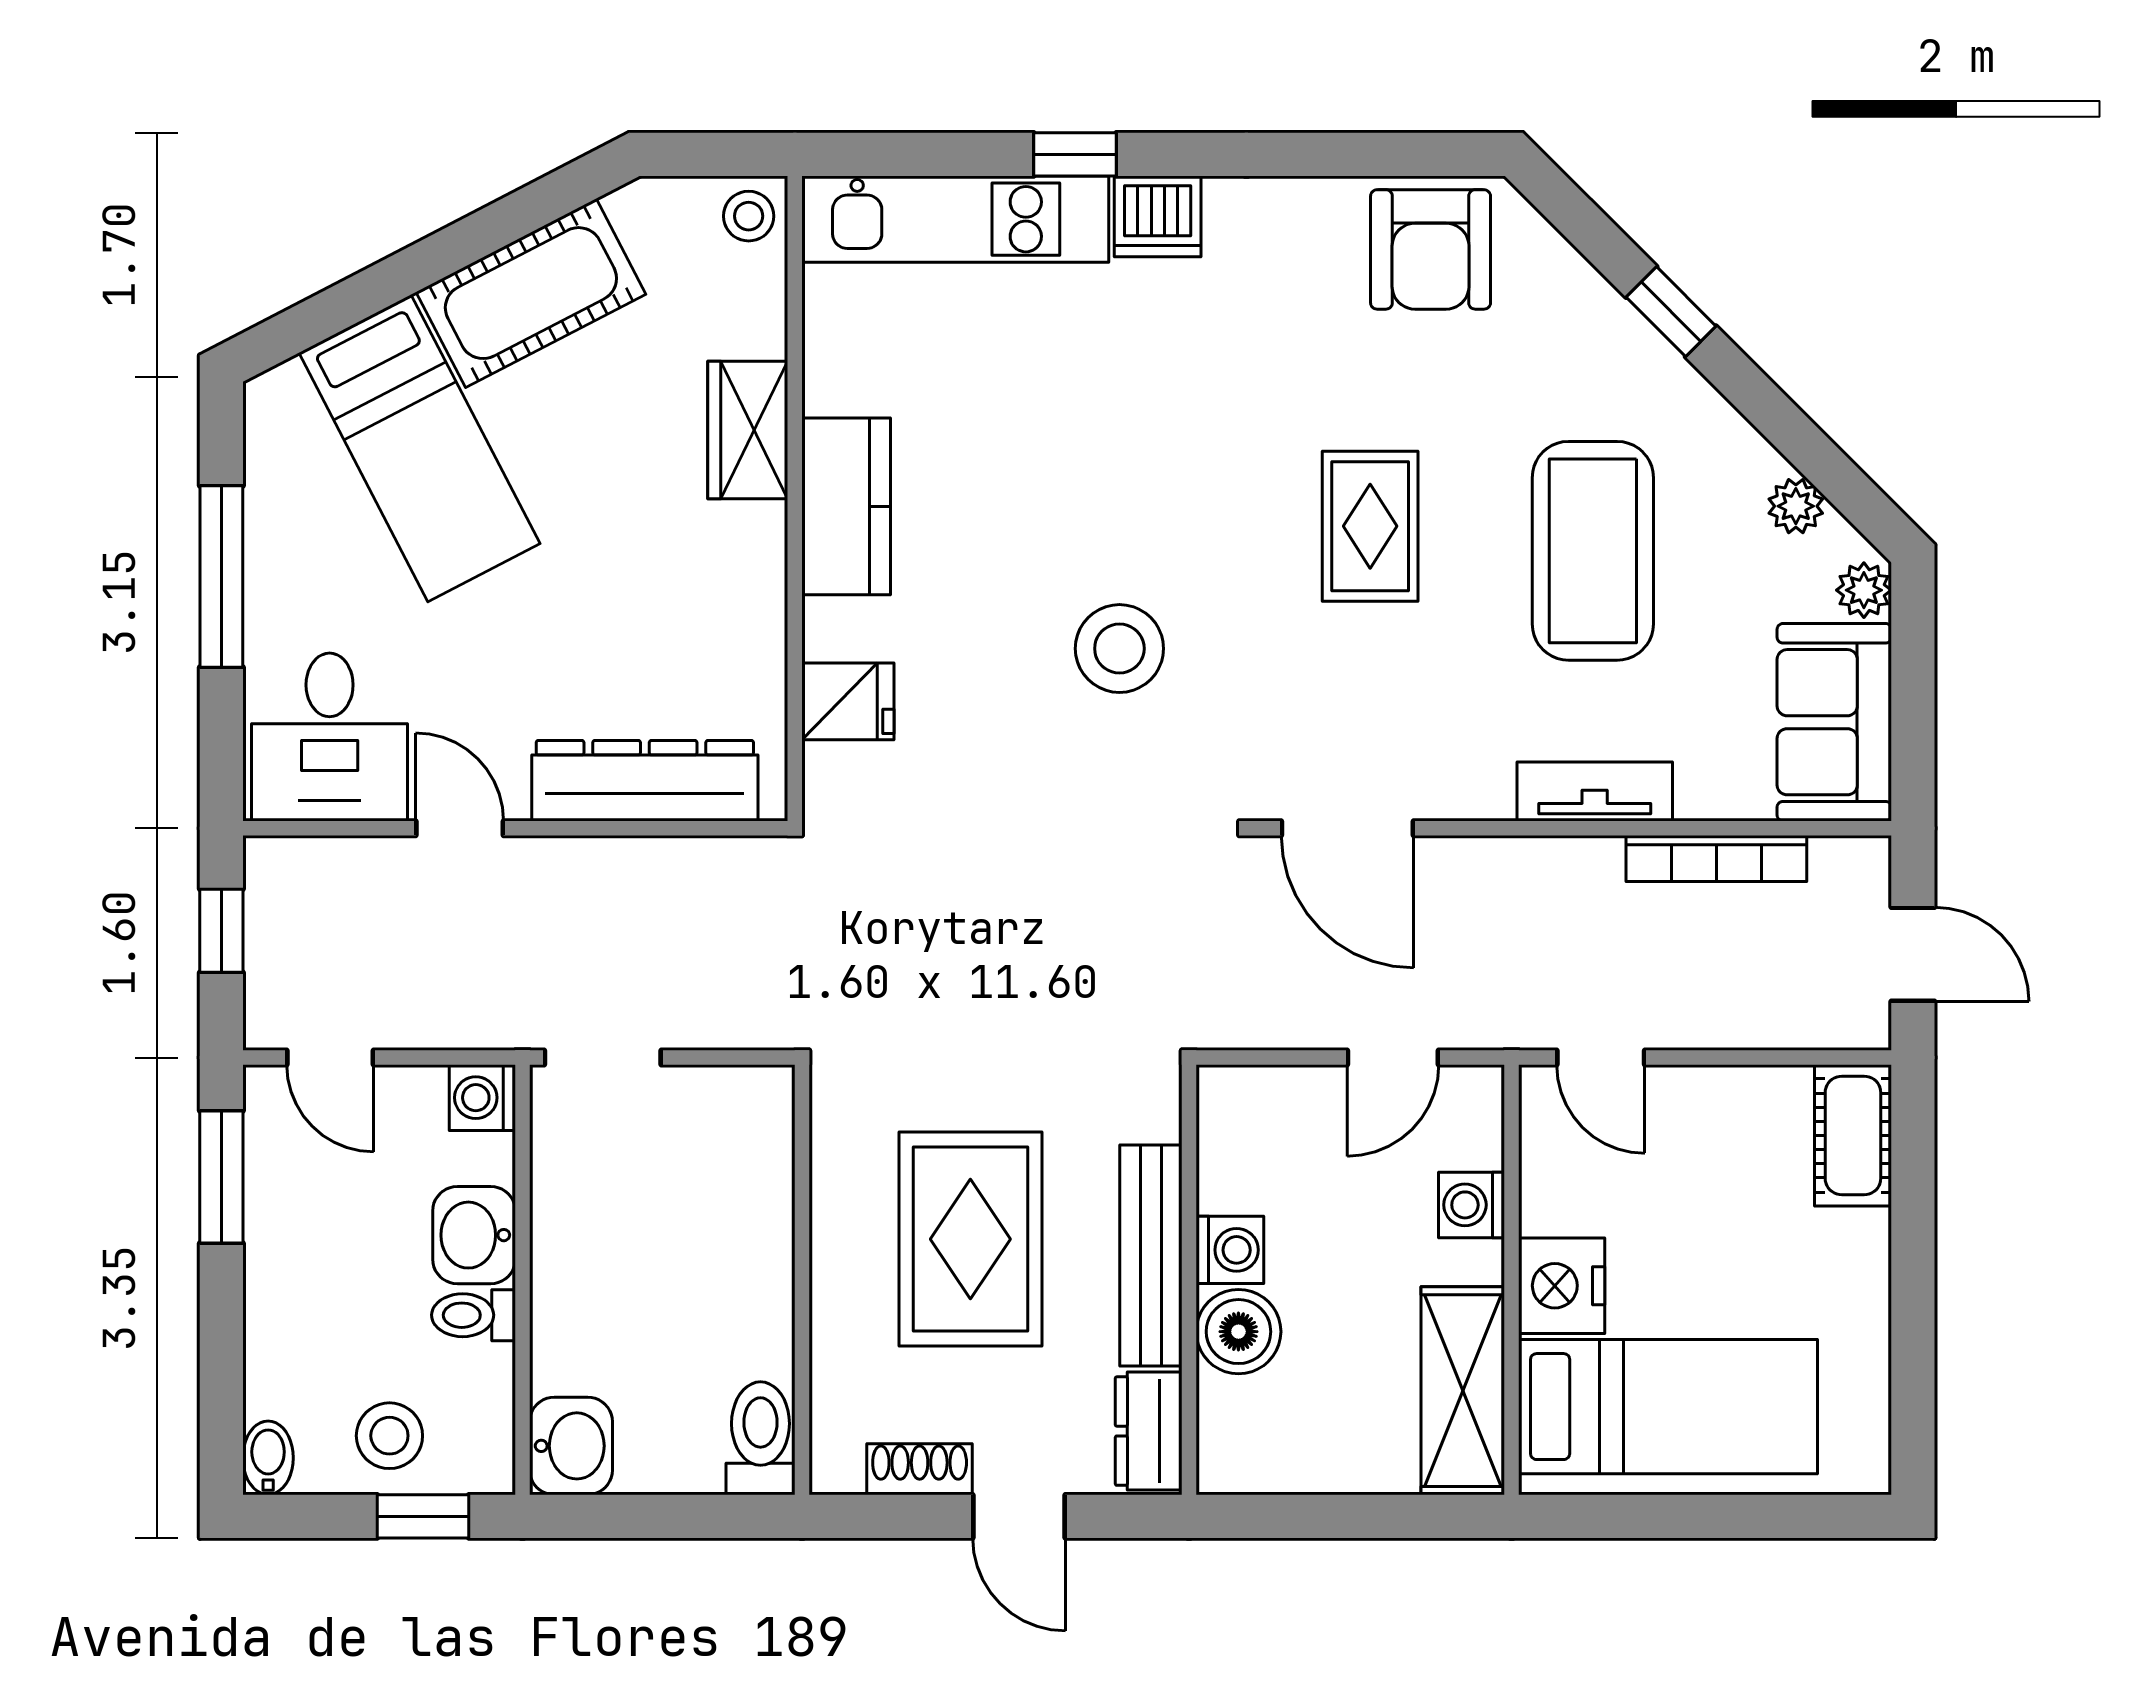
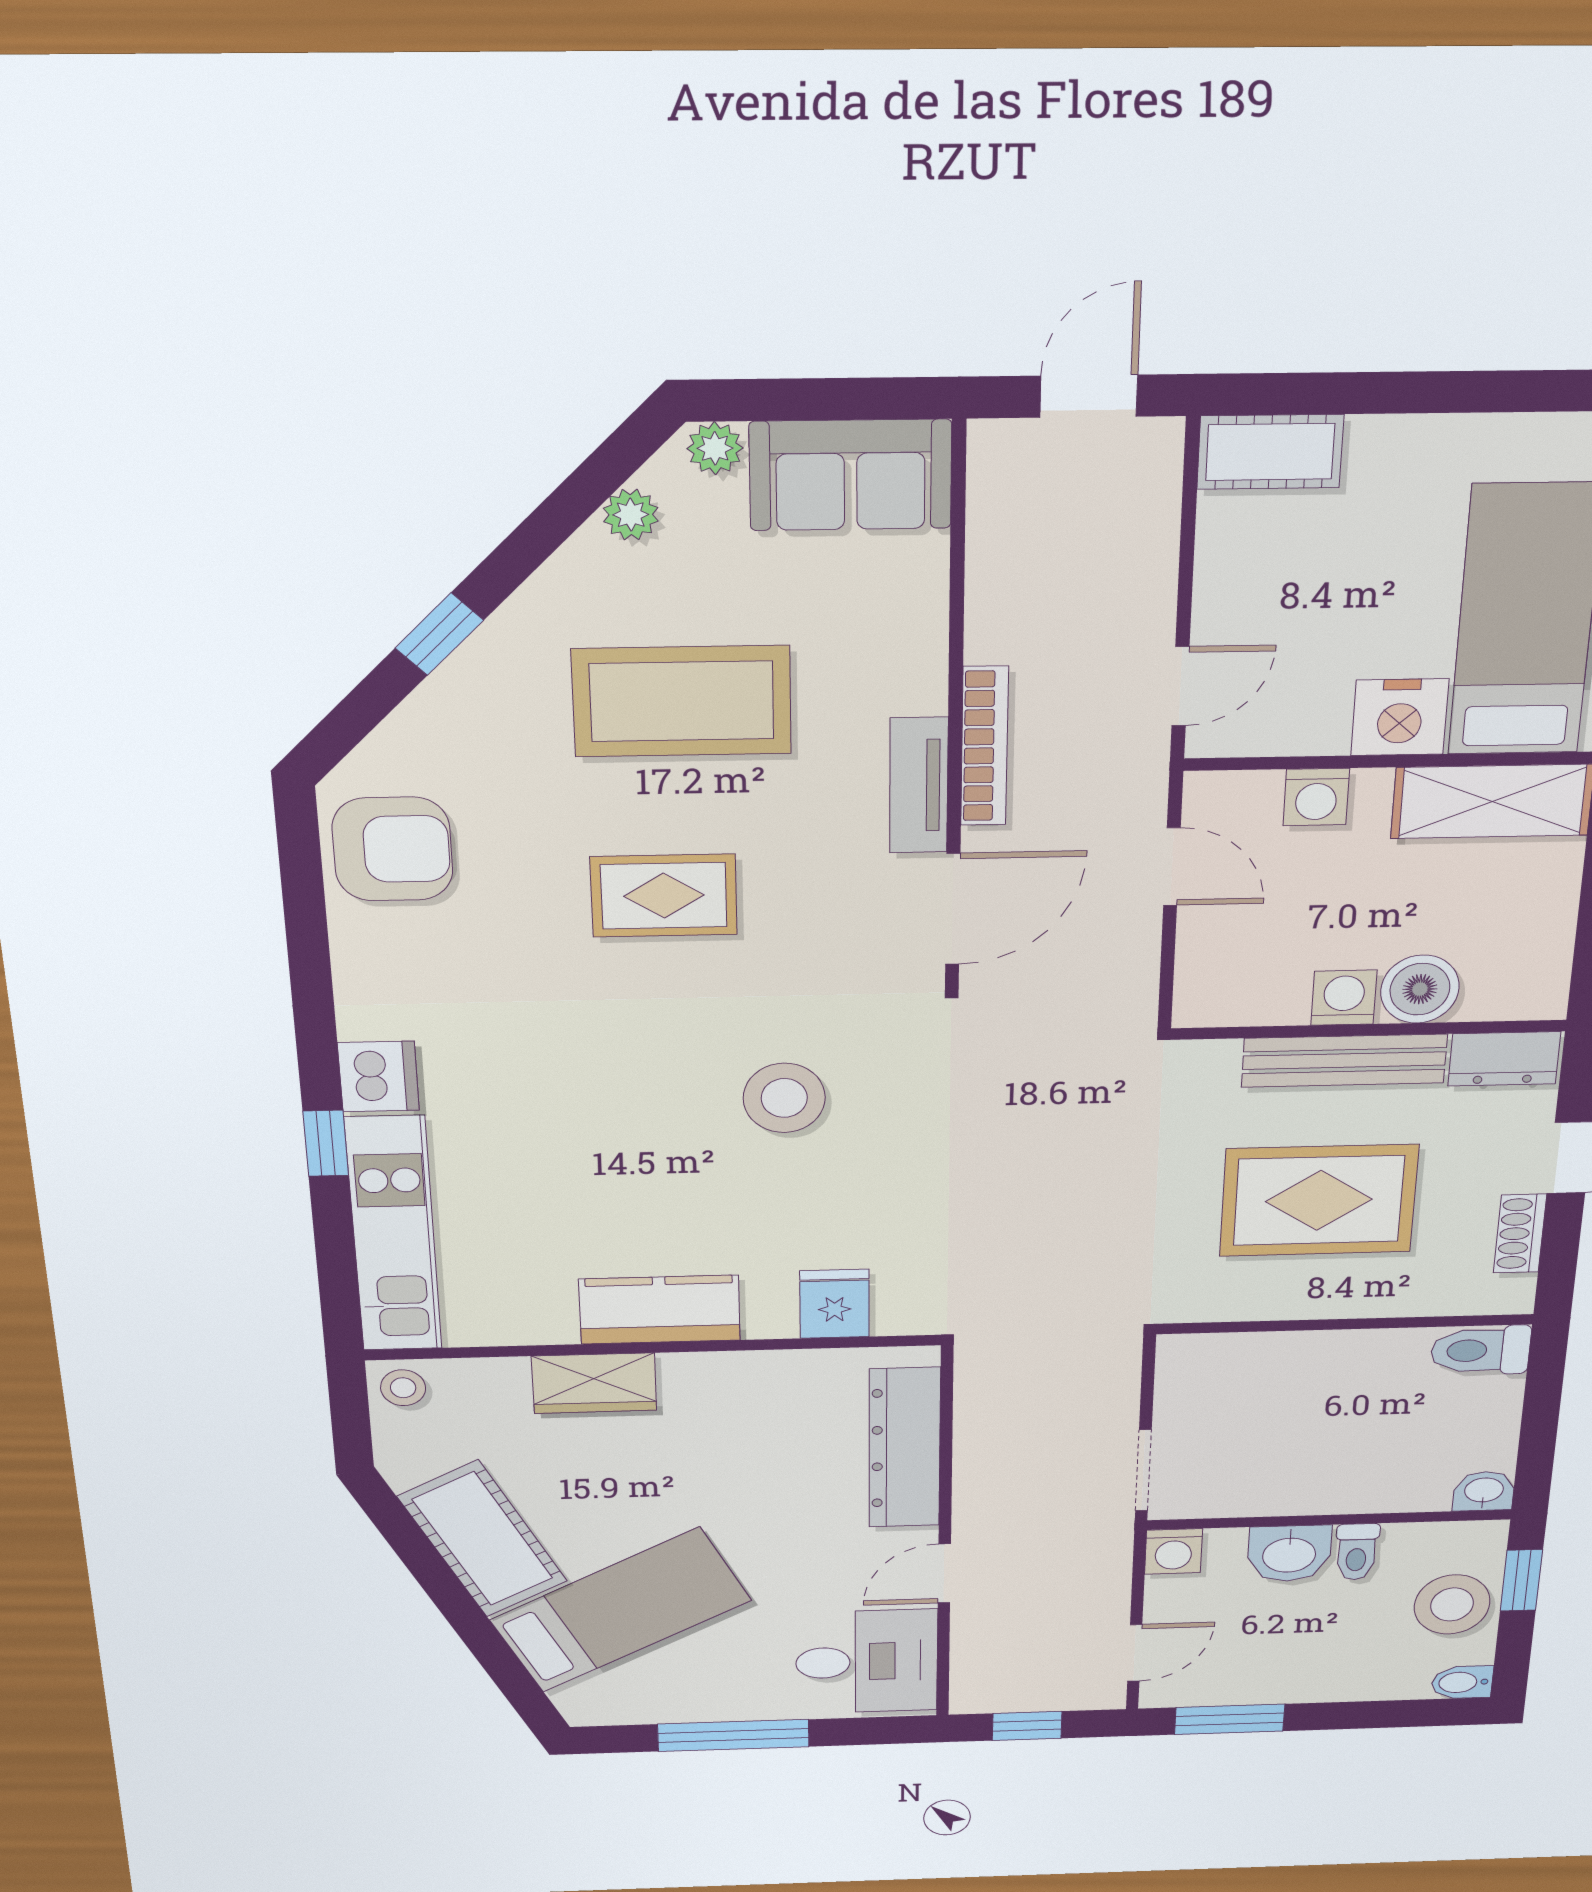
tv unit: (1595, 791) -> (919, 785), moved
bookcase: (1716, 858) -> (984, 746), moved
stool: (389, 1436) -> (1452, 1604), width x1.38, depth x1.38
washbasin: (571, 1446) -> (1484, 1491), width x0.72, depth x0.69

